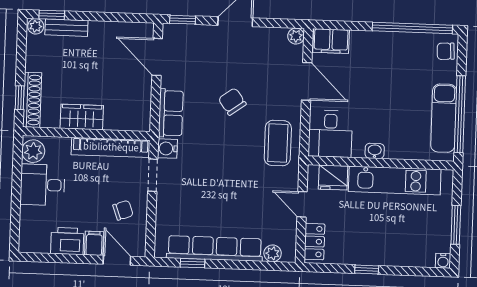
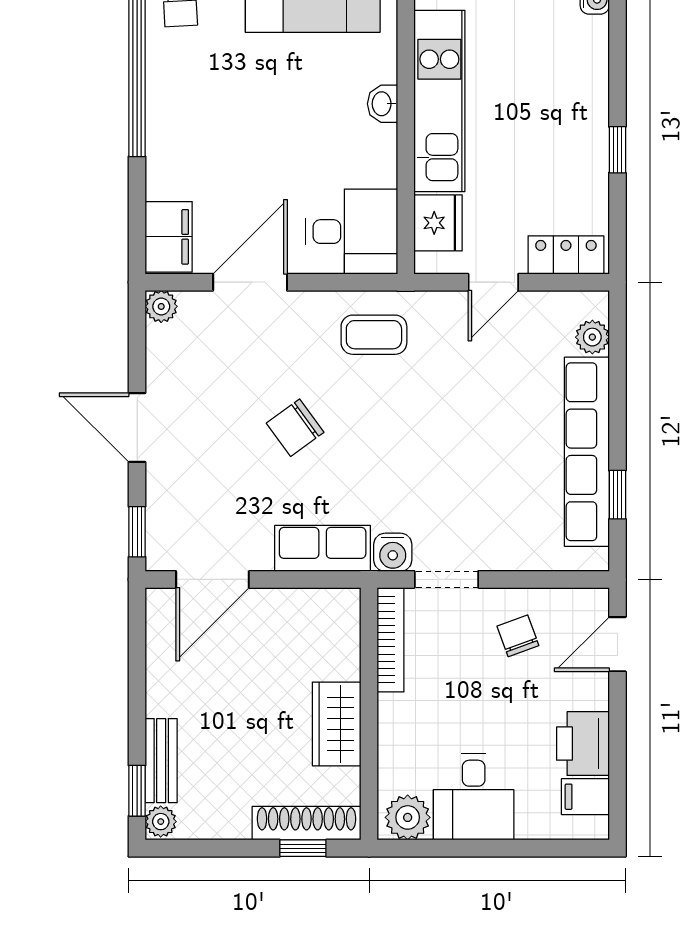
coffee table: (278, 143) -> (374, 335), width x0.73, depth x0.77
bookcase: (111, 147) -> (391, 640), width x0.68, depth x0.76
washbasin: (375, 151) -> (382, 104), moved
filing cabinet: (94, 243) -> (585, 797), moved

